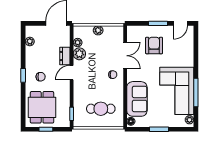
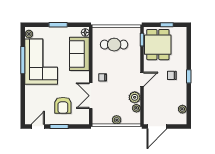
dresser: (65, 56) -> (148, 95), removed
dining table: (42, 107) -> (158, 45), moved

